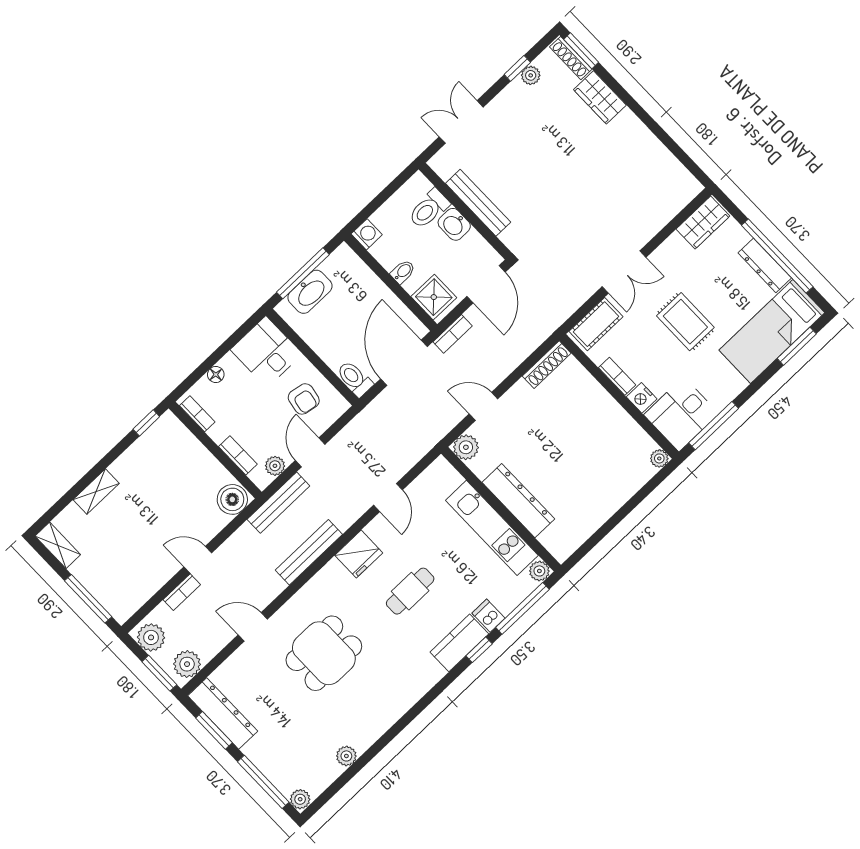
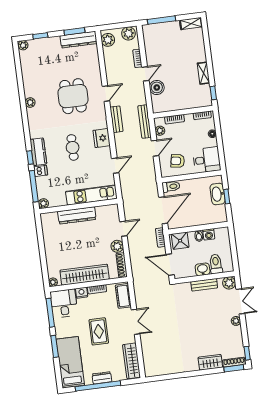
window: (517, 68) -> (247, 353), moved
plant: (531, 75) -> (236, 321), moved
plant: (444, 163) -> (229, 283), added
bench: (478, 203) -> (204, 285), width x0.73
wardrobe: (703, 222) -> (131, 361), width x1.50
washing machine: (367, 234) -> (209, 234), moved
dresser: (765, 265) -> (102, 378), width x0.70
double door: (624, 272) -> (136, 322), swing flipped
window: (303, 273) -> (227, 197), width x0.46
rug: (685, 322) -> (99, 331), turned 90
window: (797, 346) -> (55, 346), moved
door: (404, 363) -> (163, 210), hinge flipped
wardrobe: (608, 415) -> (85, 275), added
plant: (466, 447) -> (117, 246), moved
door: (310, 452) -> (155, 148), hinge flipped
shelving: (96, 492) -> (203, 73), moved
door: (388, 498) -> (115, 166), swing flipped
boiler: (232, 499) -> (157, 87), moved
kitchen unit: (492, 528) -> (91, 195), moved
bench: (309, 552) -> (117, 119), width x0.73
door: (253, 627) -> (106, 94), moved
window: (159, 673) -> (112, 26), removed
plant: (346, 756) -> (30, 103), moved
window: (263, 782) -> (40, 36), width x0.46

